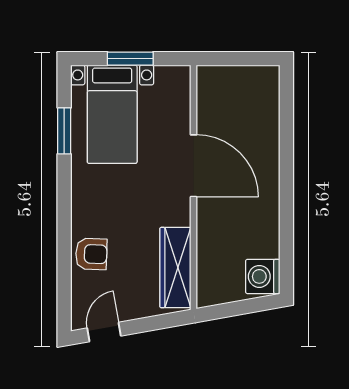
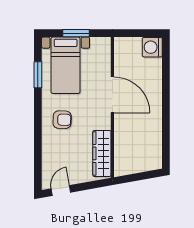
armchair: (91, 254) -> (62, 120), moved
washing machine: (263, 276) -> (152, 47), moved

